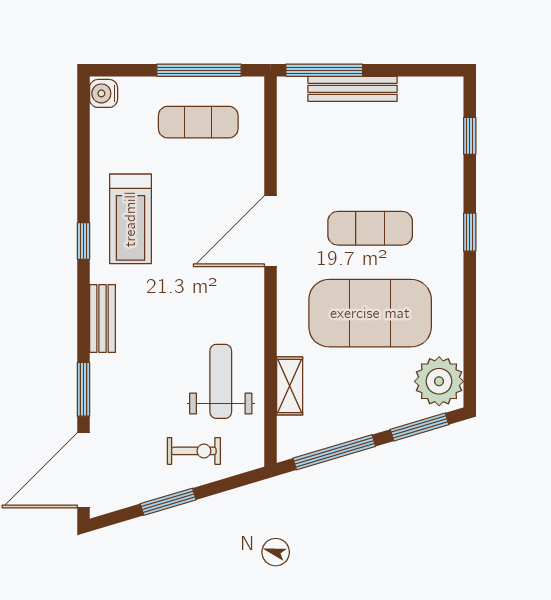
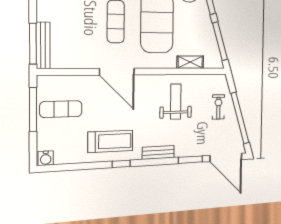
bench: (352, 89) -> (43, 45), moved
exercise mat: (198, 122) -> (61, 109), turned 90
weight bench: (221, 381) -> (176, 102), moved, turned 90
window: (168, 502) -> (240, 118), width x2.11

